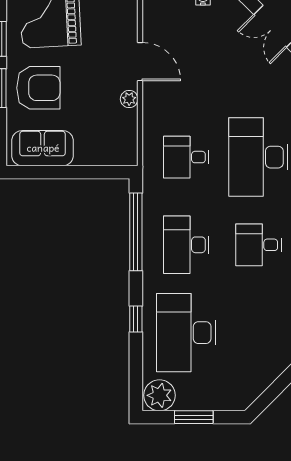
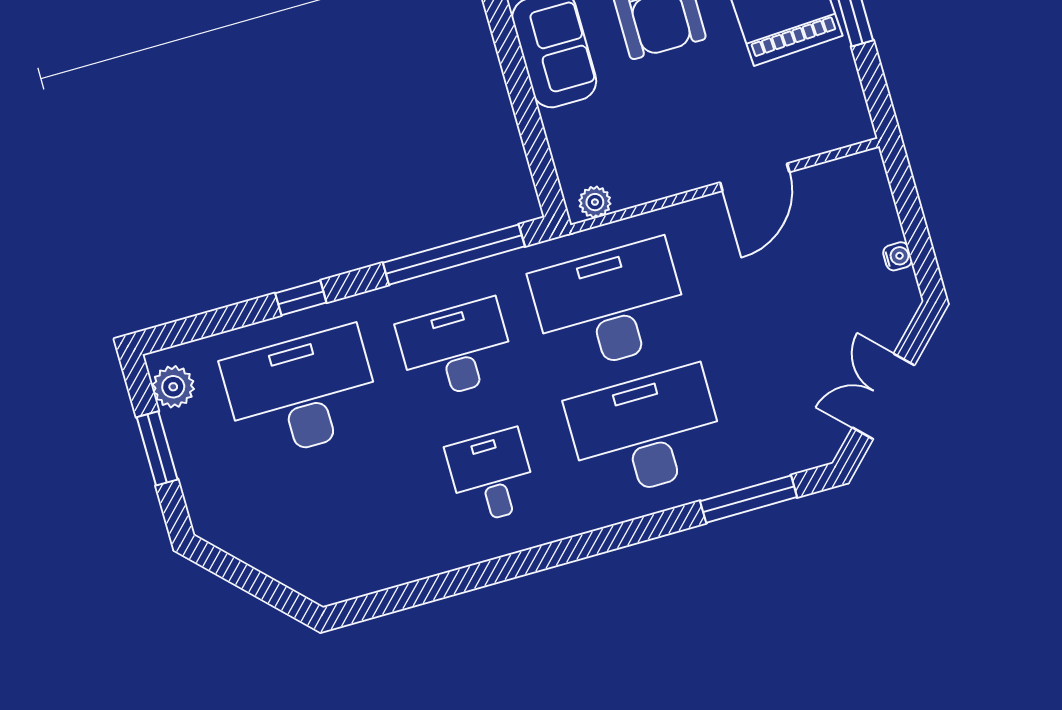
plant: (129, 99) -> (595, 202), moved
desk: (186, 157) -> (610, 306), width x1.87, depth x1.30
plant: (159, 395) -> (173, 387), width x0.73, depth x0.73

